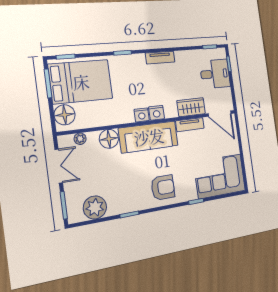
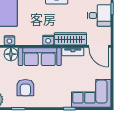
wardrobe: (191, 107) -> (70, 39), width x1.50
nightstand: (142, 115) -> (9, 40), moved
armchair: (163, 187) -> (25, 88), moved, turned 90

